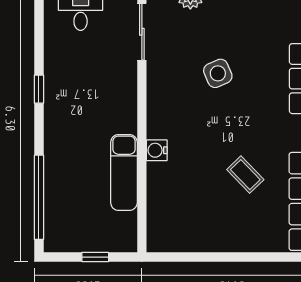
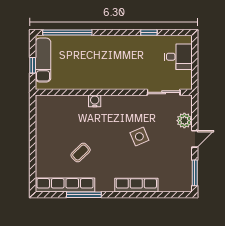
window: (39, 89) -> (149, 33), moved
exam couch: (124, 172) -> (43, 60), moved, turned 90

